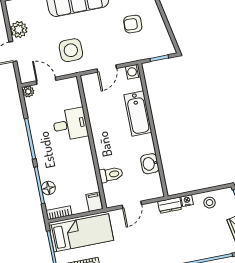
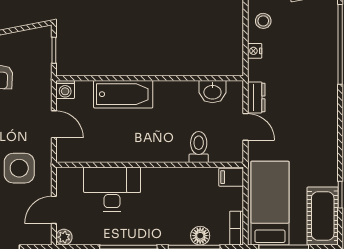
desk: (70, 124) -> (112, 189), width x1.37
washbasin: (150, 164) -> (212, 92), moved
dresser: (170, 205) -> (256, 97), moved

